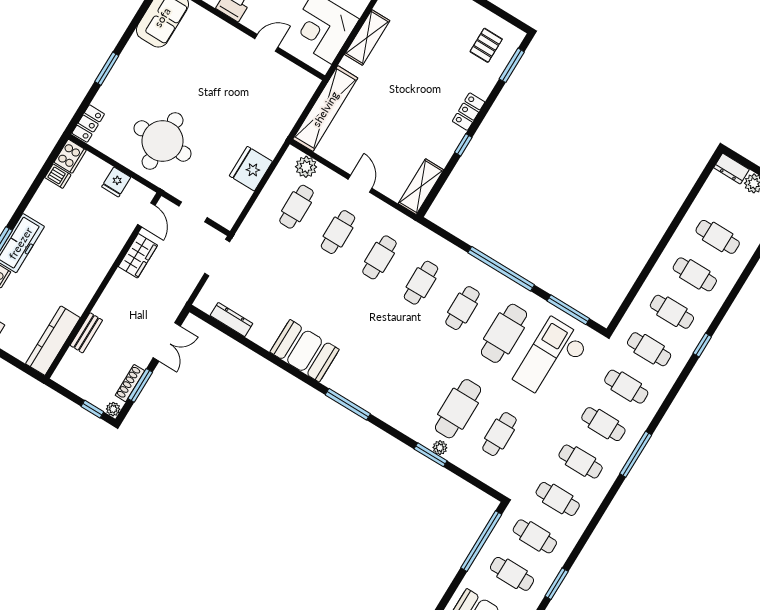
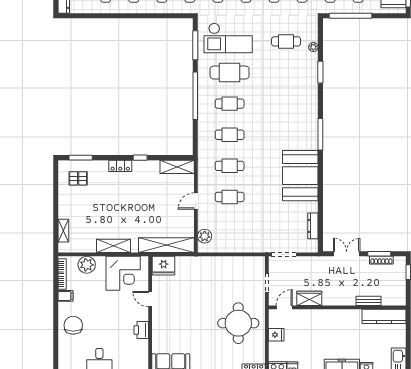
fridge: (251, 169) -> (164, 266), moved
cafe table: (296, 207) -> (230, 228), removed
booth: (305, 351) -> (300, 176), width x1.36, depth x1.42
plant: (113, 409) -> (401, 261), removed
cafe table: (458, 409) -> (286, 73), removed
plant: (440, 448) -> (313, 47), moved

